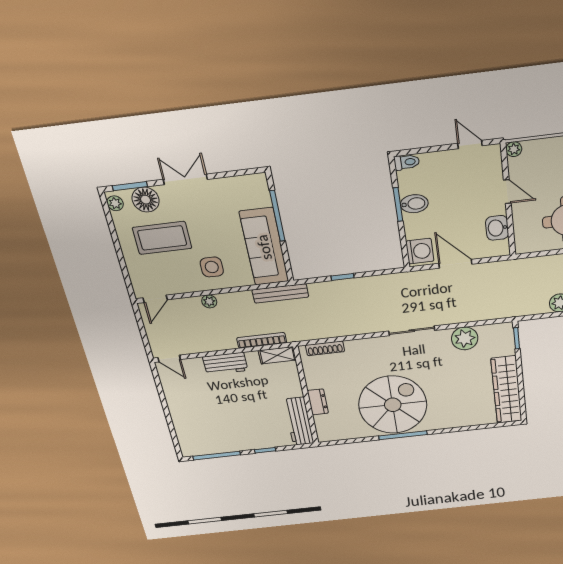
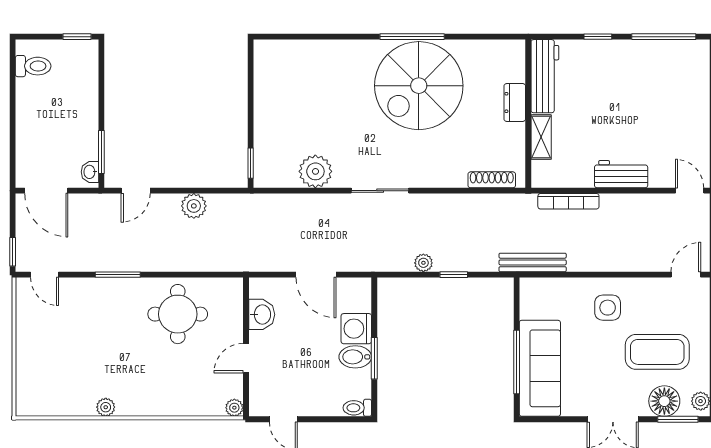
door: (507, 192) -> (246, 358), hinge flipped
sofa: (264, 247) -> (540, 368), moved
washing machine: (420, 251) -> (356, 329), moved
plant: (209, 301) -> (423, 263), moved
shelving: (277, 355) -> (541, 137), moved, turned 90
wardrobe: (507, 390) -> (270, 89), removed

